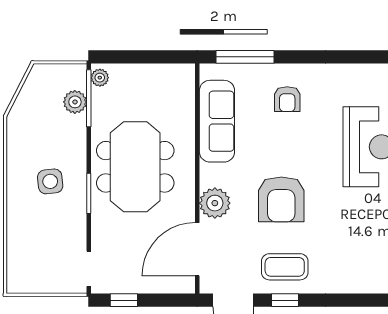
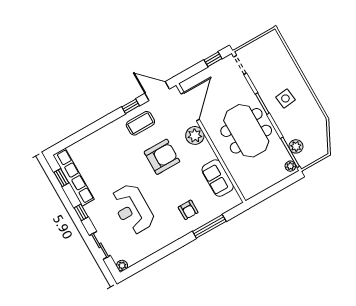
window: (245, 57) -> (209, 226), moved
armchair: (287, 99) -> (188, 210), turned 180
sofa: (217, 121) -> (218, 178), width x0.73
armchair: (281, 199) -> (162, 157), turned 90

